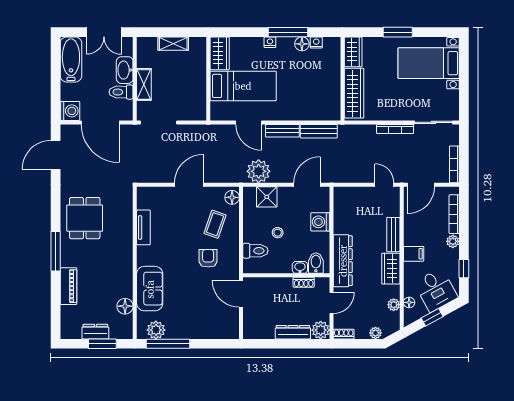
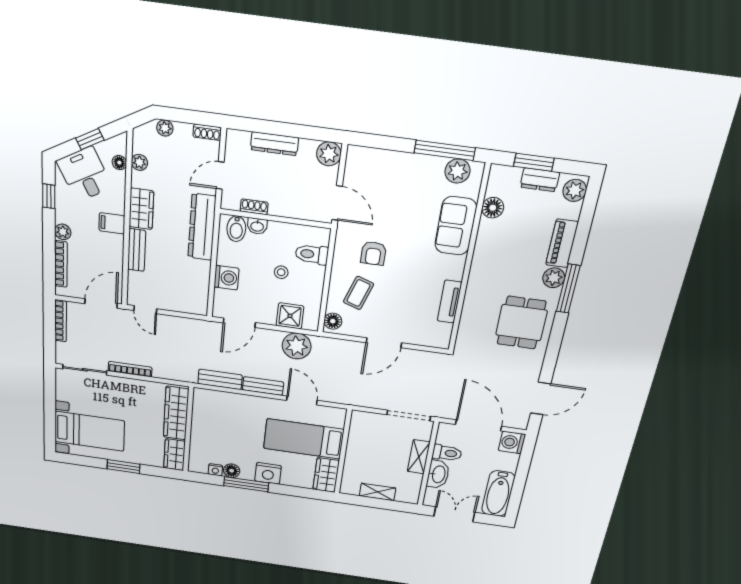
nightstand: (270, 42) -> (268, 473), width x1.89, depth x1.79
plant: (68, 258) -> (554, 278), added
plant: (69, 327) -> (575, 190), added
plant: (321, 330) -> (329, 154), moved

